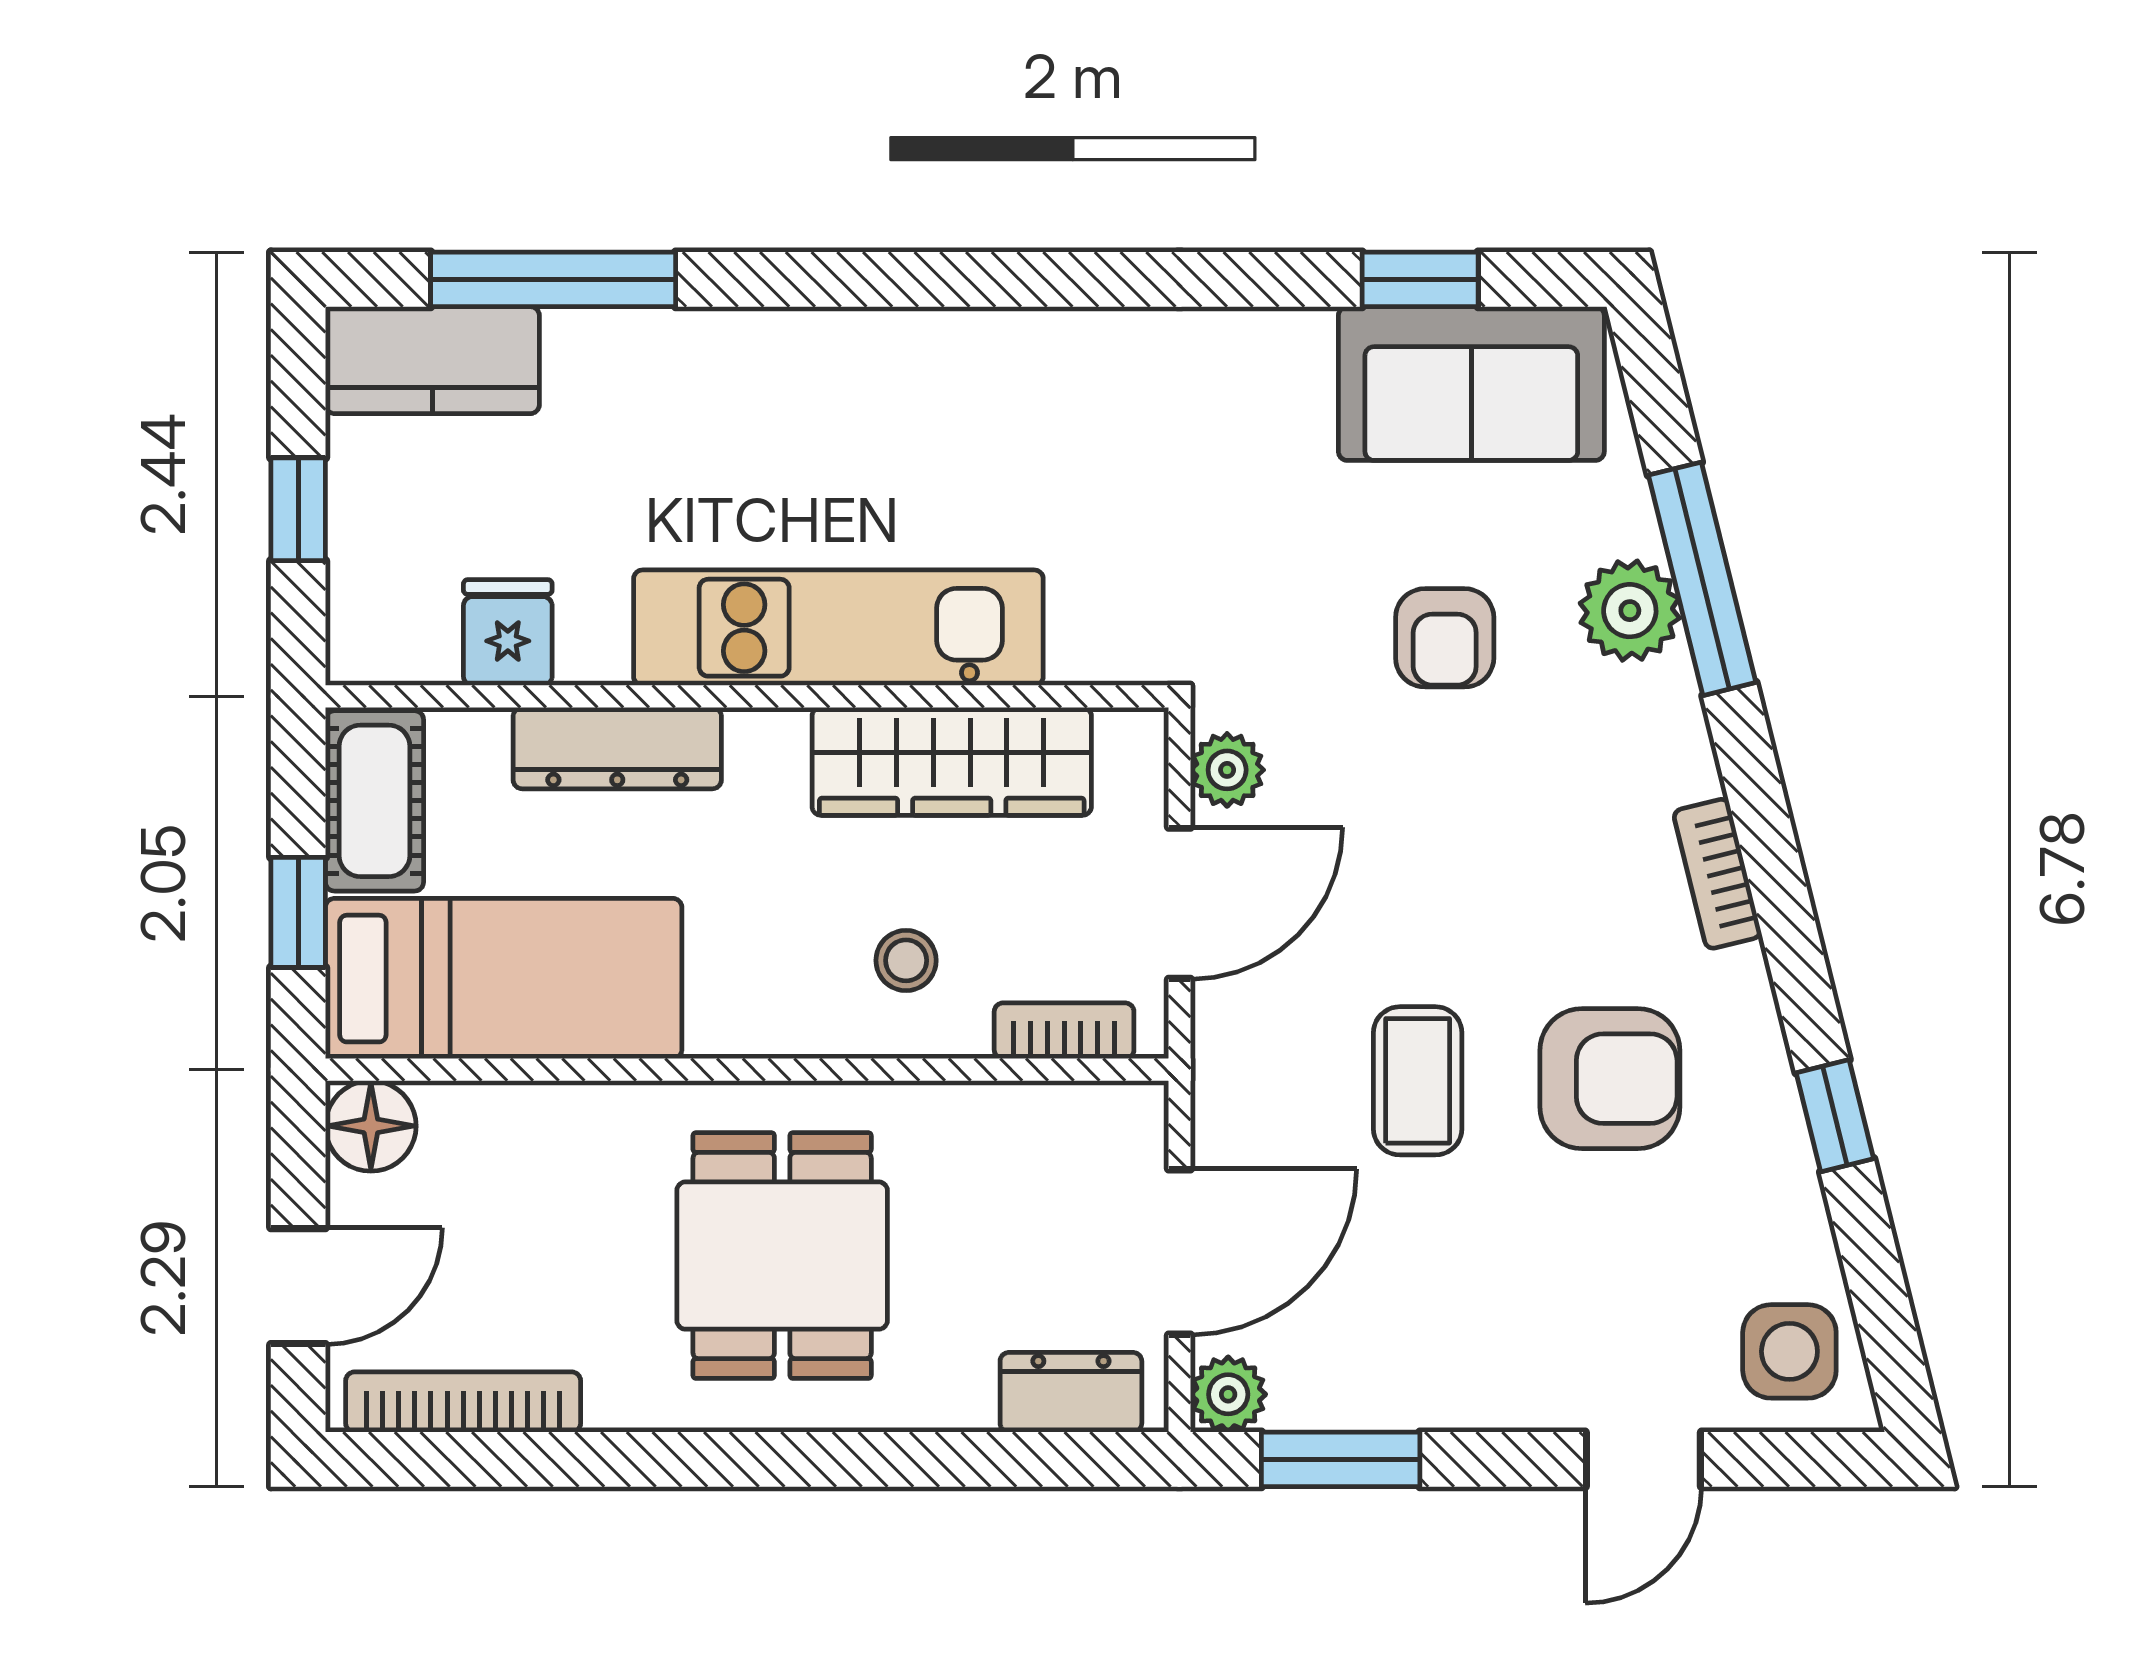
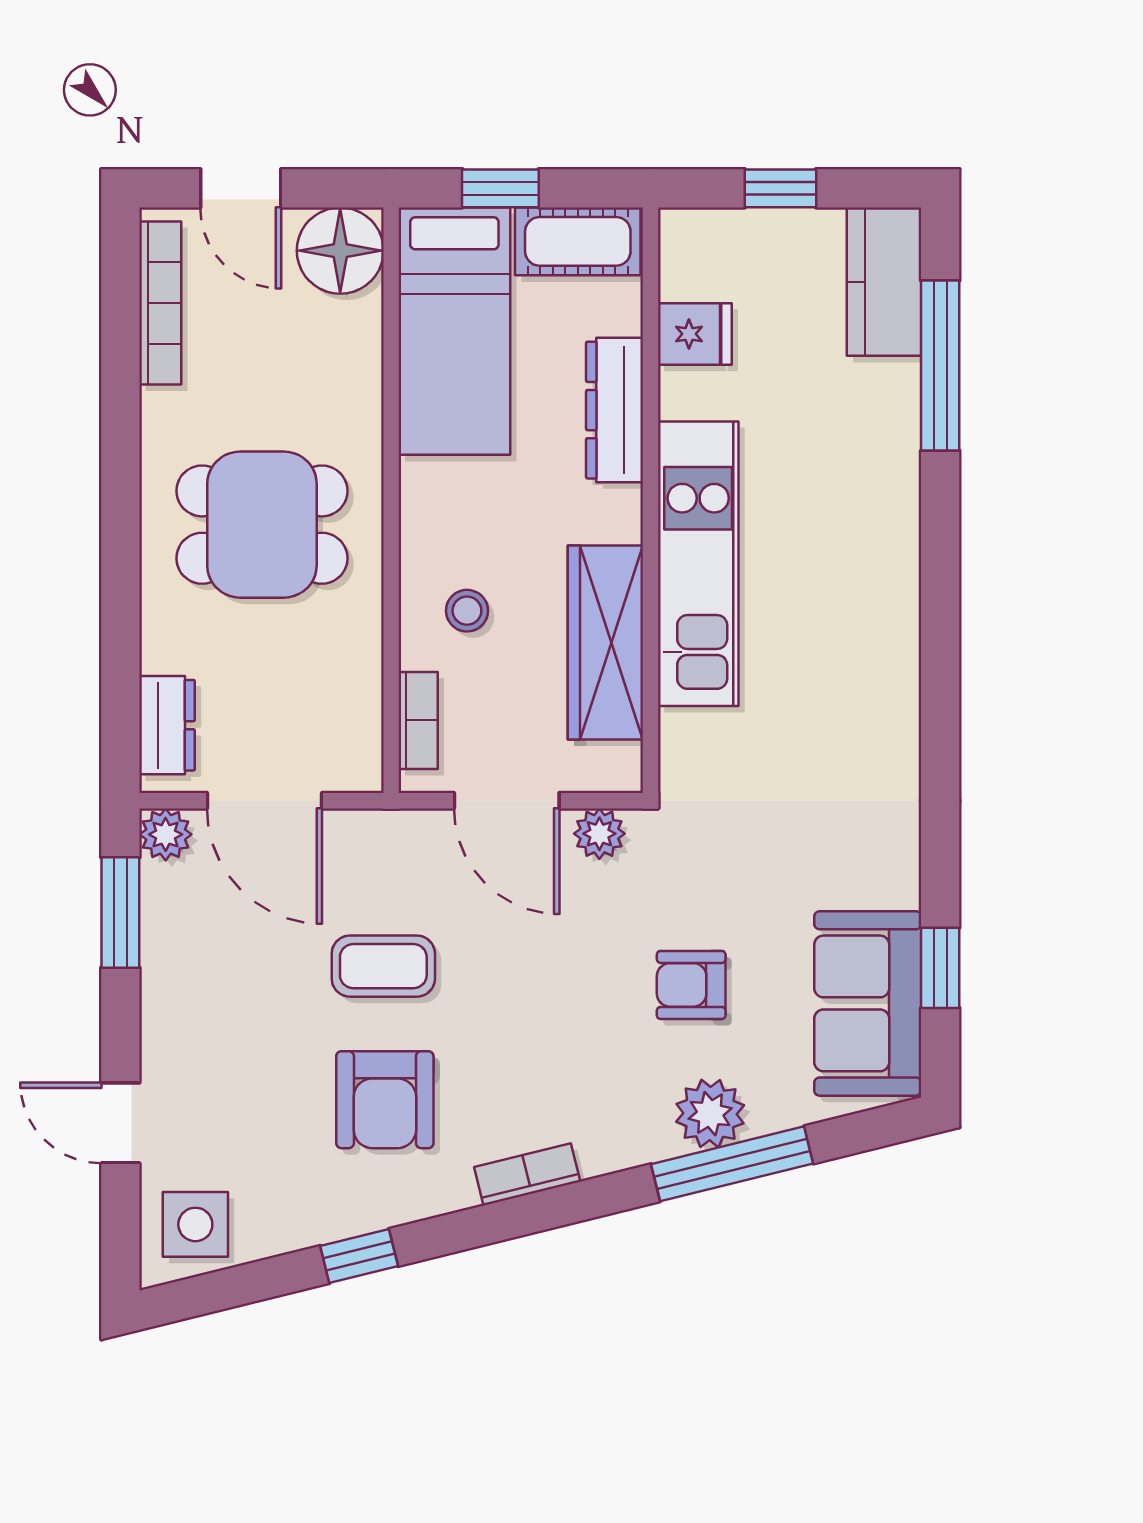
floor lamp: (371, 1126) -> (340, 251), width x1.38, depth x1.38

